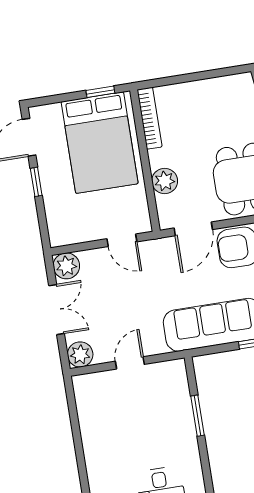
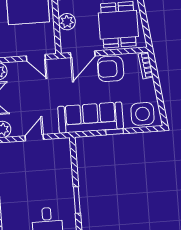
window: (197, 416) -> (77, 200), moved

